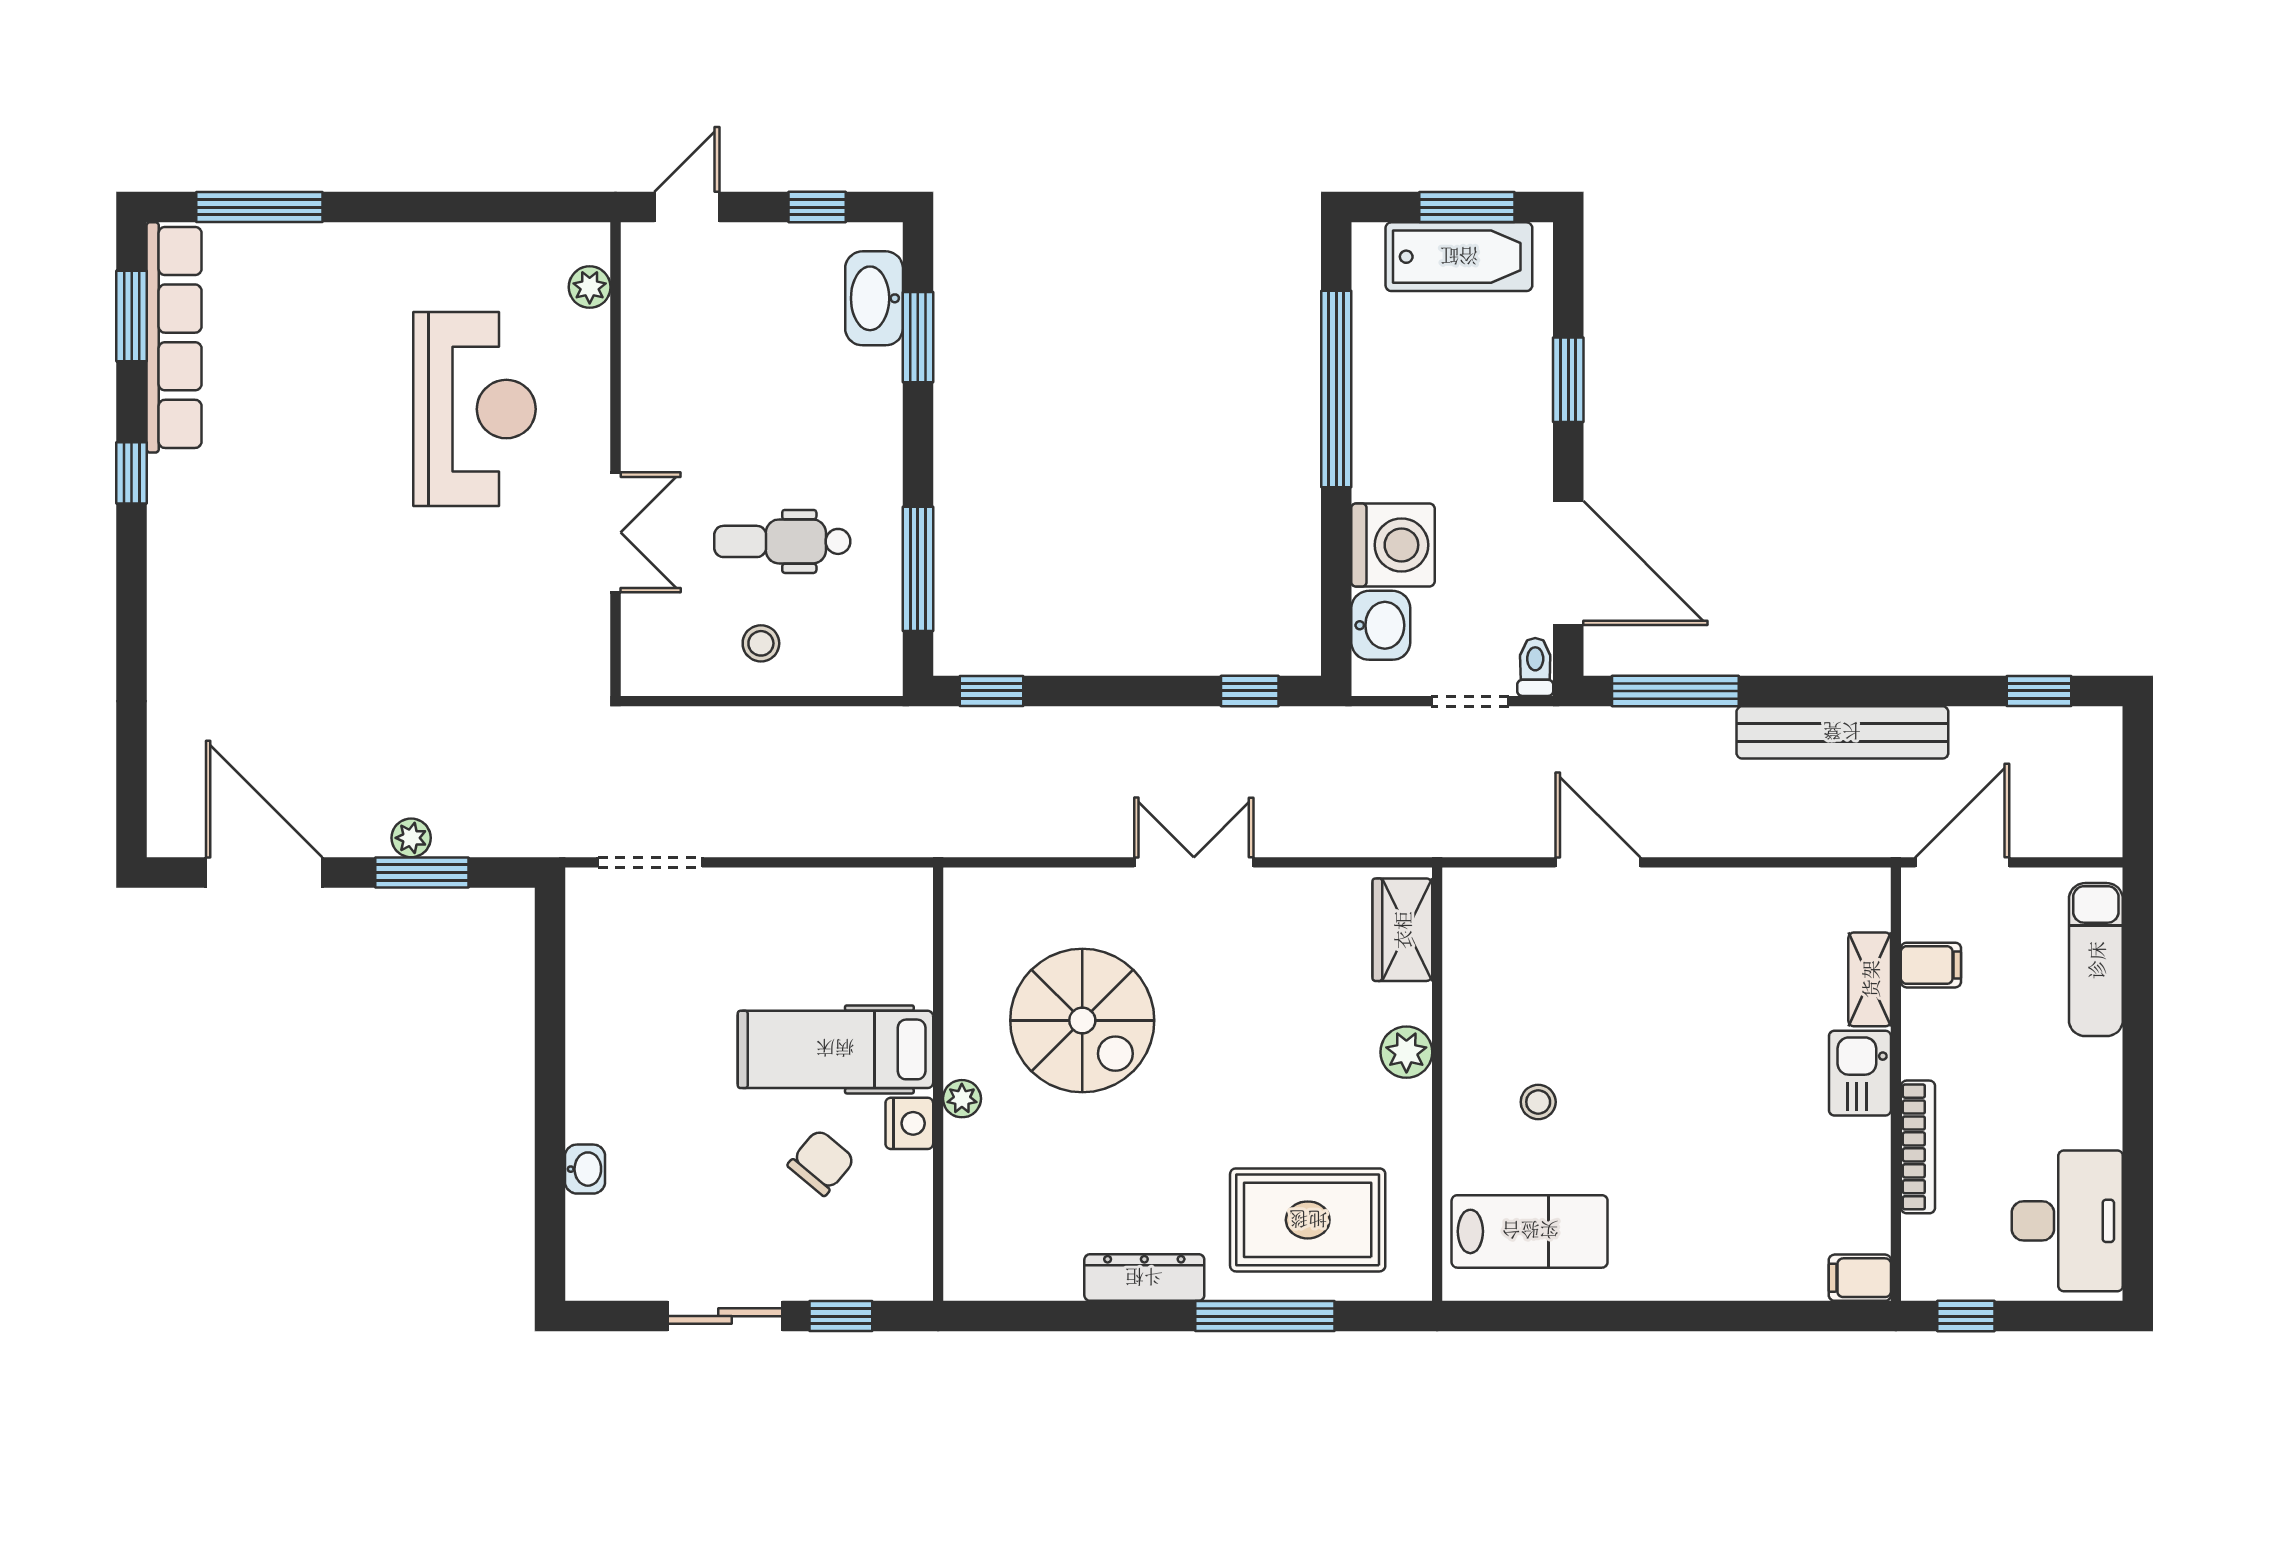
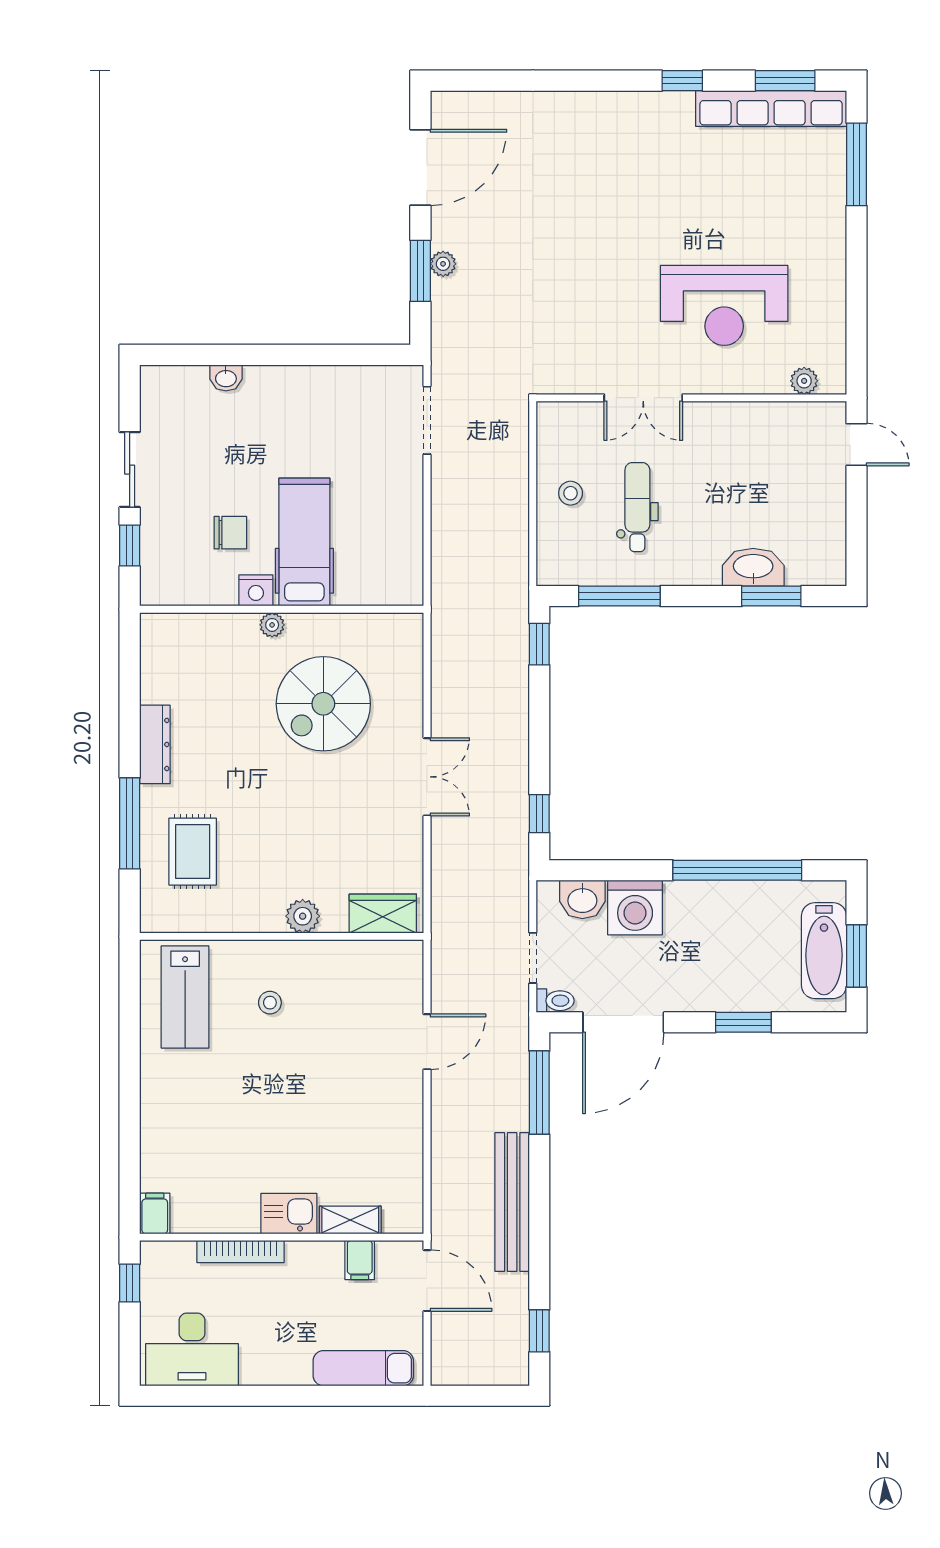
window: (817, 207) -> (857, 530), removed
washbasin: (874, 298) -> (753, 567), moved
chair: (821, 1162) -> (230, 533), turned -40
rug: (1308, 1220) -> (193, 852), width x0.73, depth x0.70

